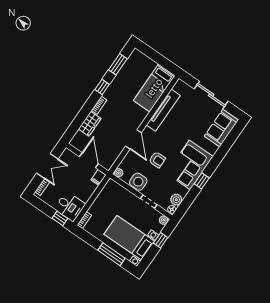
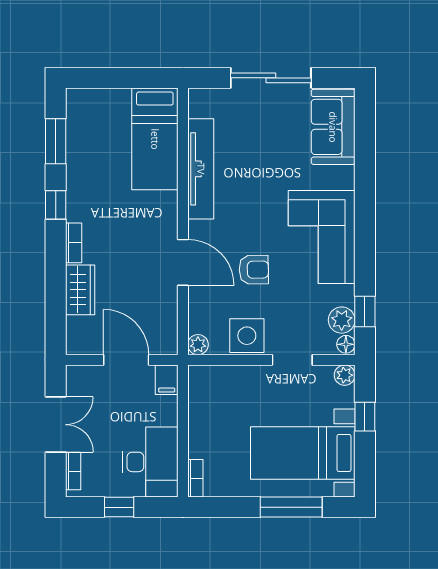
window: (202, 181) -> (365, 312), moved
desk: (70, 206) -> (150, 462), width x1.37
window: (60, 218) -> (119, 507), moved

